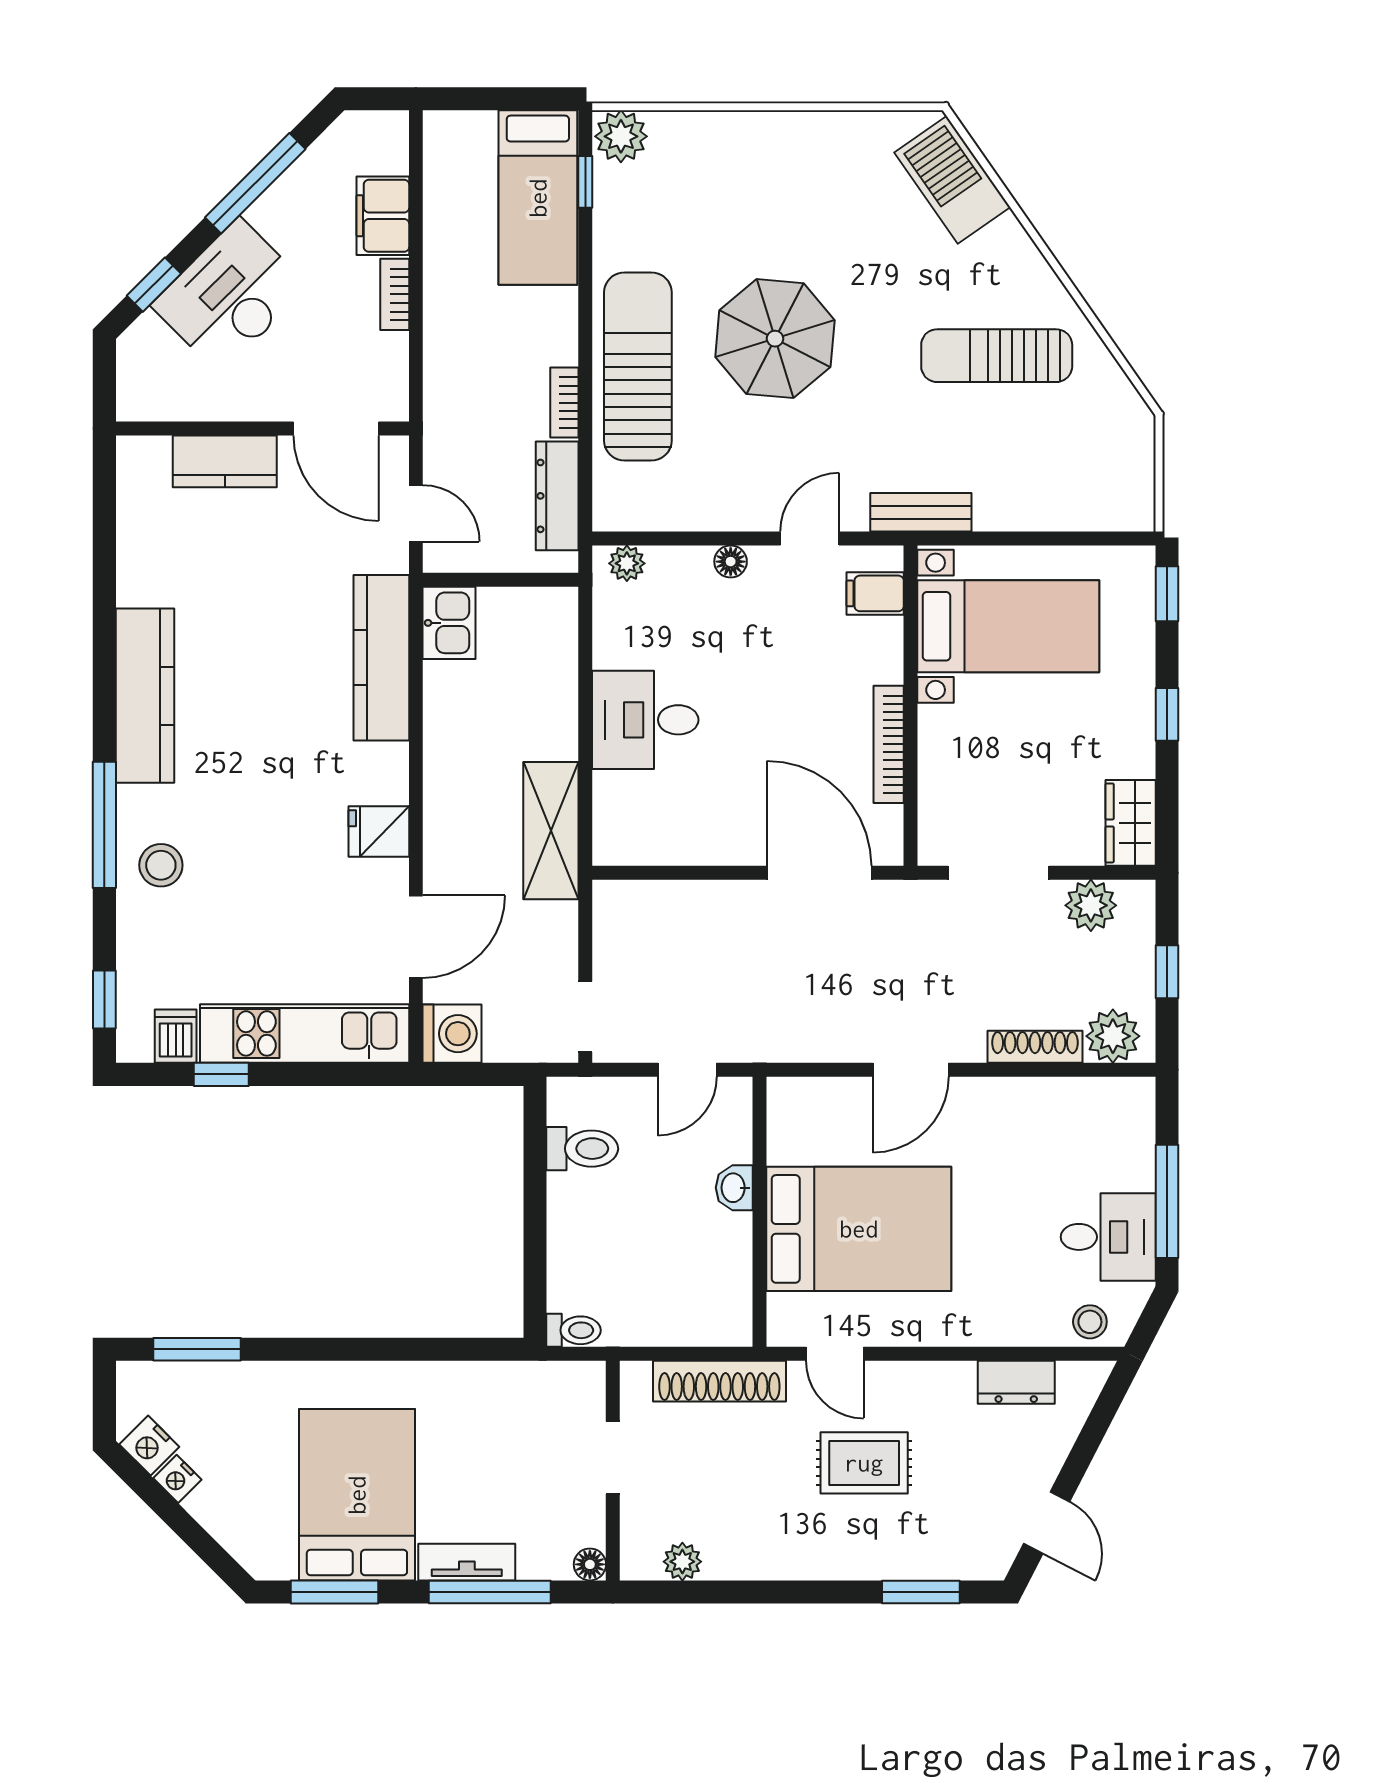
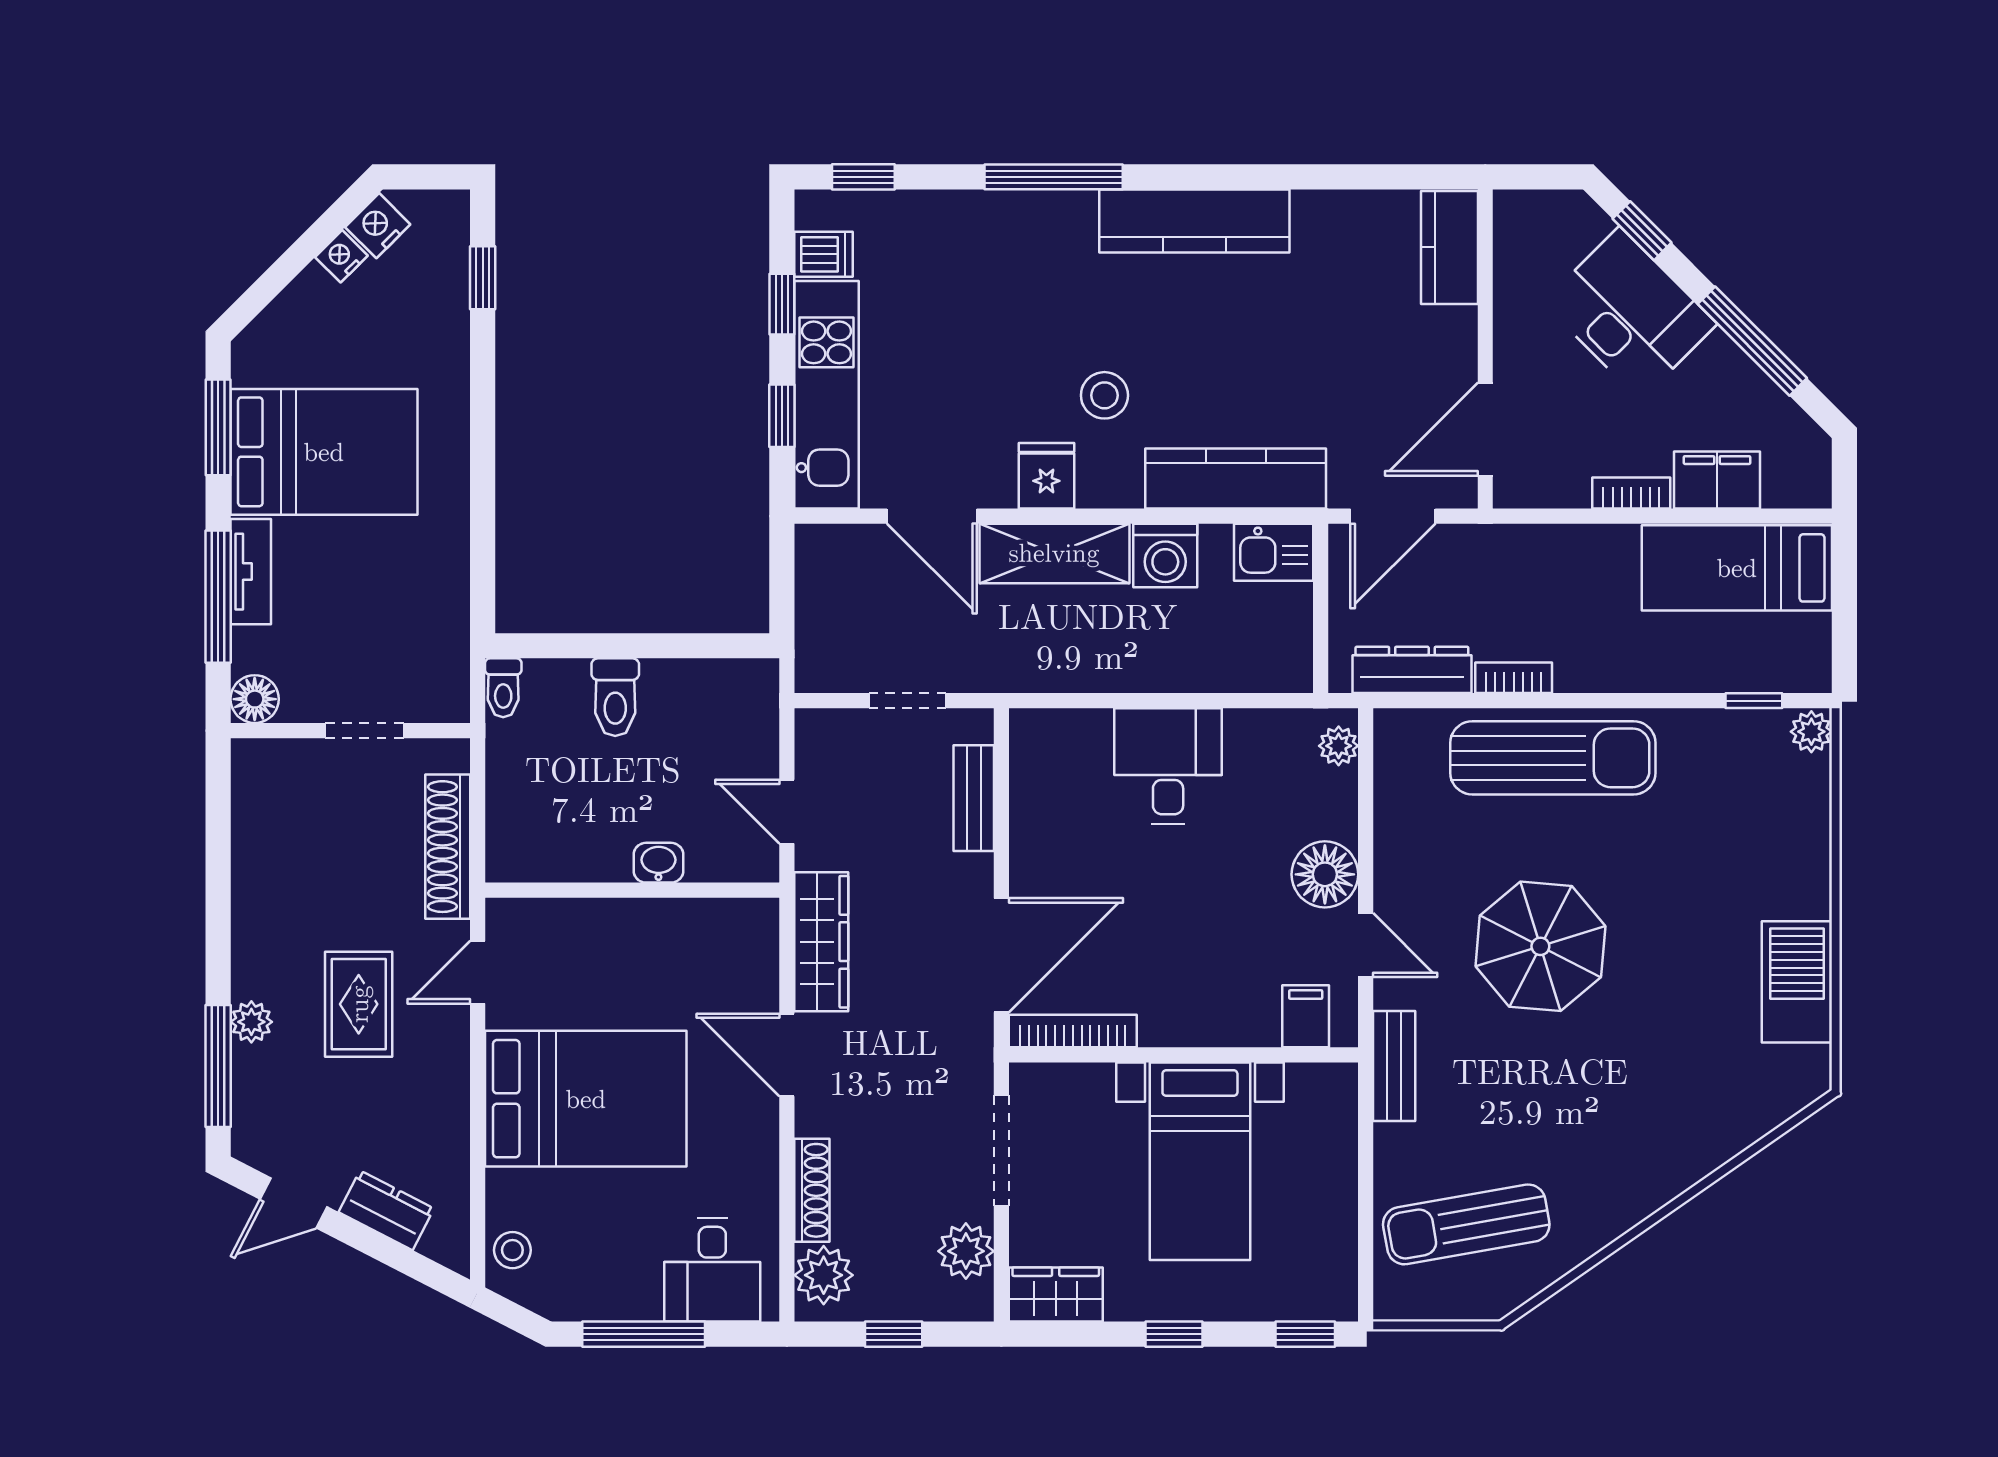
plant: (621, 136) -> (1811, 732), width x0.73, depth x0.73
barbecue: (952, 180) -> (1797, 982), moved, turned -55
bed: (538, 198) -> (1737, 568), moved
parasol: (775, 339) -> (1540, 946), moved
sun lounger: (997, 356) -> (1466, 1224), moved, turned -100
kitchen counter: (225, 461) -> (1449, 247), moved
door: (416, 513) -> (1393, 516), width x1.38
floor lamp: (731, 562) -> (1325, 874), width x1.89, depth x1.89
bed with nightstands: (1008, 626) -> (1200, 1161), moved
bookcase: (889, 744) -> (1073, 1031), moved
shelving: (551, 831) -> (1054, 553), moved
stool: (161, 865) -> (1104, 395), moved
bench: (675, 898) -> (974, 798), added
doorway: (585, 1017) -> (908, 701), moved
washing machine: (452, 1034) -> (1165, 555), moved
wardrobe: (807, 1038) -> (821, 942), added
window: (324, 1074) -> (782, 416), added
toilet: (582, 1149) -> (615, 697), moved
bed: (859, 1229) -> (586, 1099), moved, turned -90
desk: (1108, 1237) -> (712, 1270), moved
window: (197, 1349) -> (483, 278), width x0.67
dresser: (1016, 1382) -> (386, 1210), moved, turned 117
plant: (682, 1562) -> (251, 1022), moved
floor lamp: (590, 1564) -> (255, 699), width x1.37, depth x1.37
window: (921, 1592) -> (218, 1066), width x1.44

